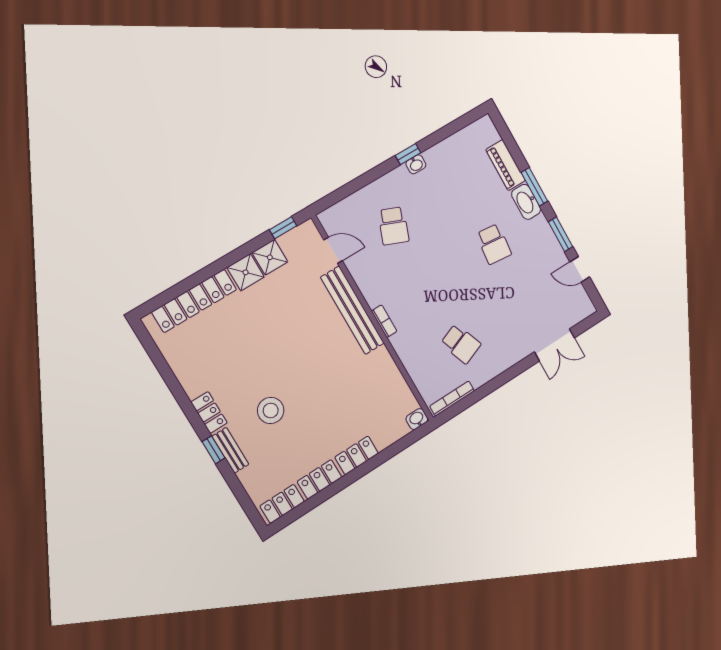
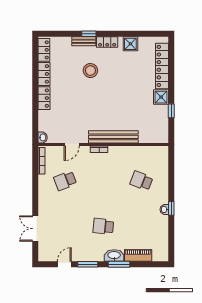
window: (283, 228) -> (171, 111), moved
door: (333, 250) -> (72, 144), moved
shower: (270, 257) -> (130, 44), moved

